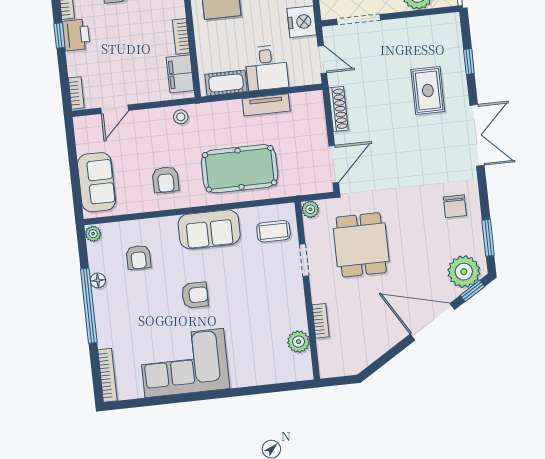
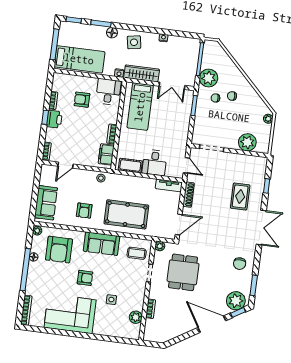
nightstand: (302, 22) -> (180, 142), removed
tv unit: (266, 105) -> (169, 185), moved
armchair: (138, 257) -> (59, 250), width x1.88, depth x1.88
side table: (249, 321) -> (111, 300), added

